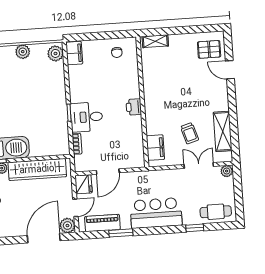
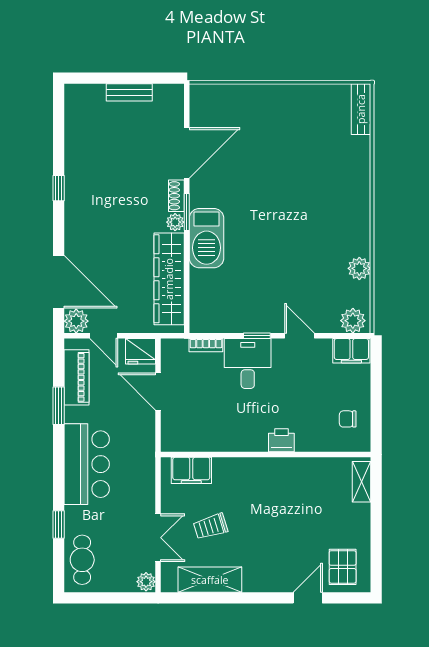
door: (67, 86) -> (299, 336), added
printer: (134, 107) -> (281, 440), moved

